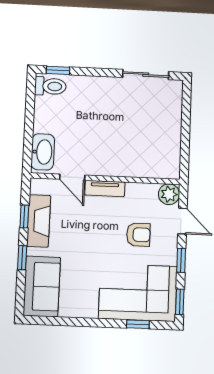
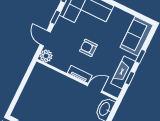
door: (72, 177) -> (95, 88), hinge flipped
armchair: (138, 235) -> (88, 48), moved

